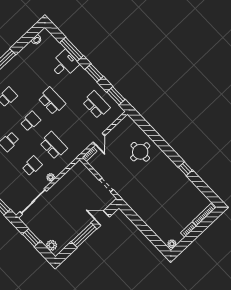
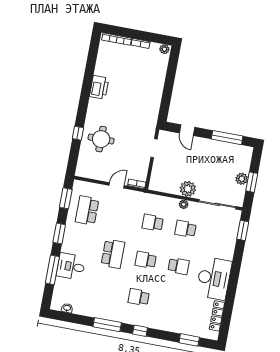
school desk: (52, 101) -> (113, 254), turned 180
school desk: (53, 146) -> (153, 223), width x0.54
window: (185, 169) -> (78, 133), moved
printer: (178, 177) -> (99, 87), added
plant: (60, 188) -> (188, 189), added
window: (84, 235) -> (227, 138), moved
plant: (52, 245) -> (242, 179), moved

